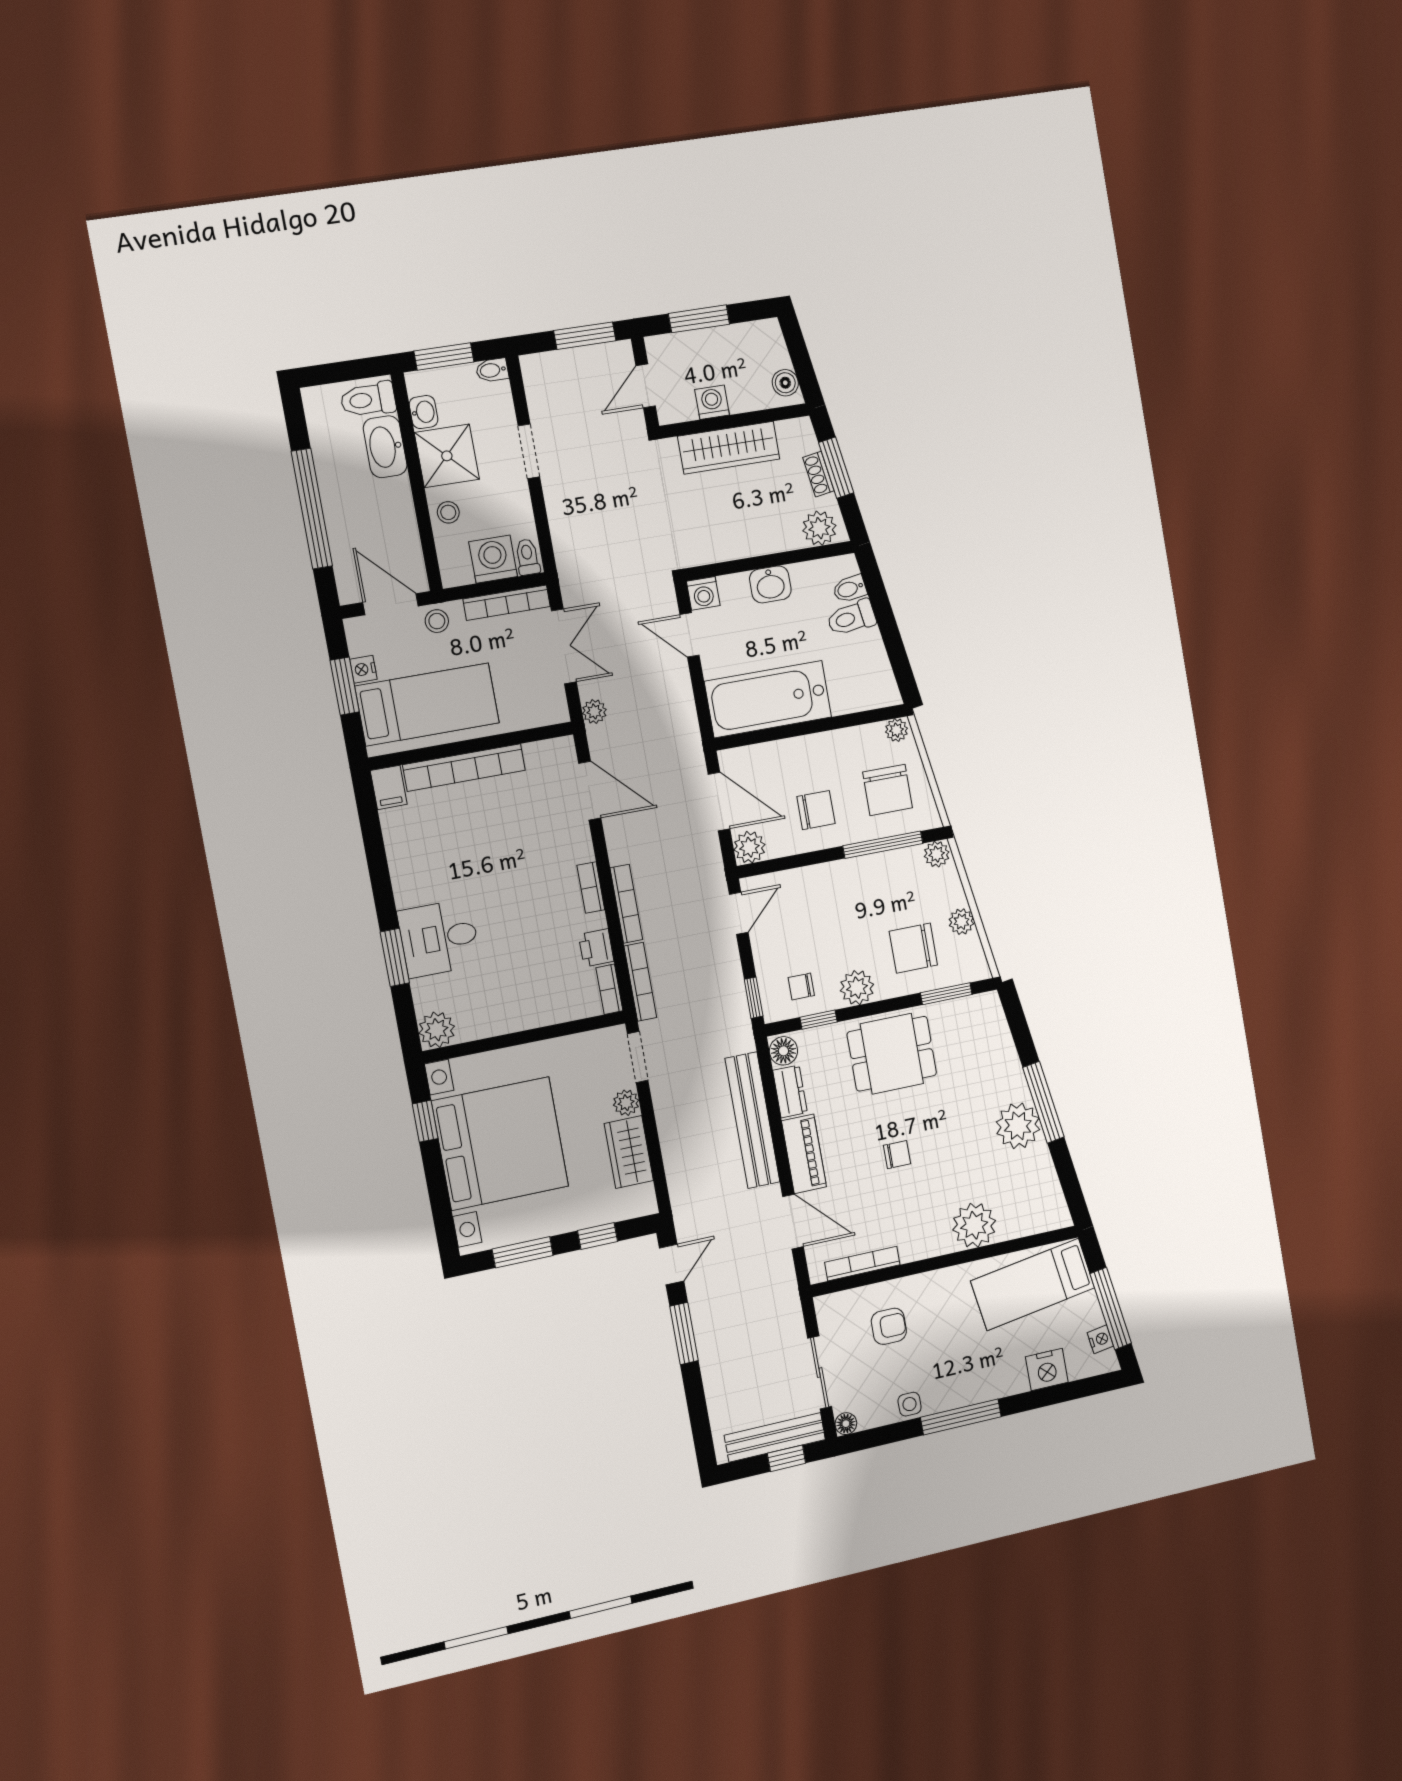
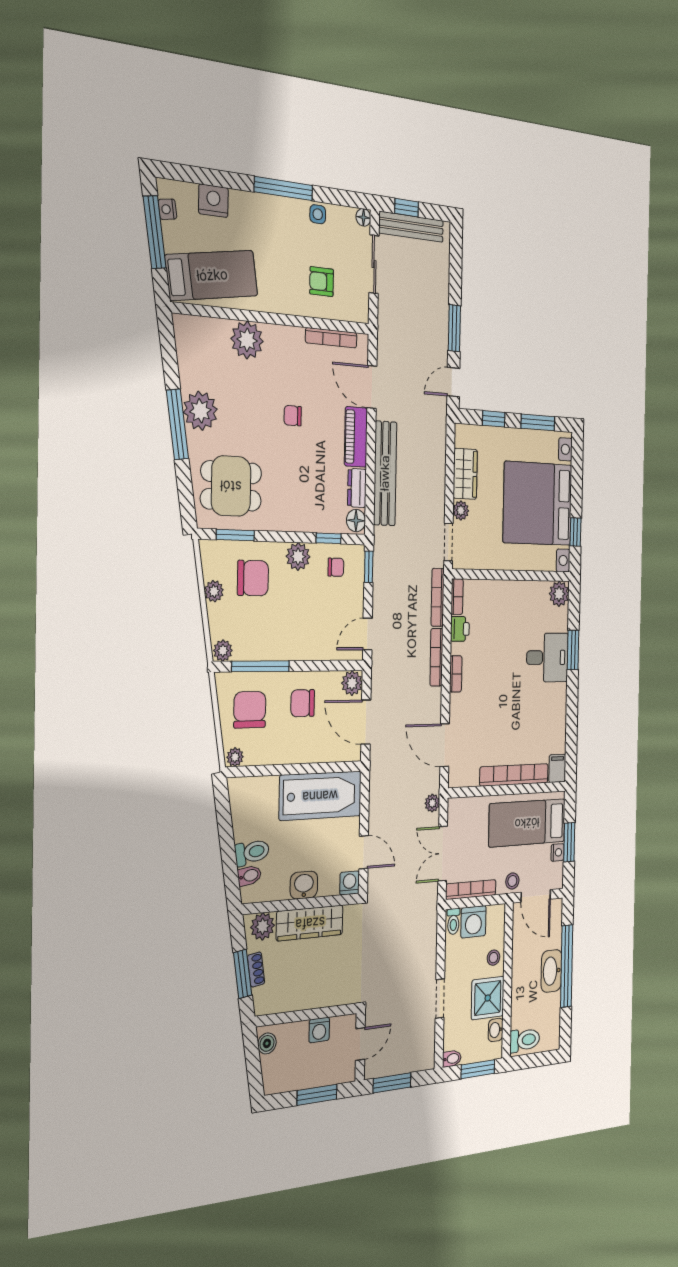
washbasin: (385, 447) -> (551, 971), moved, turned 180
wardrobe: (729, 448) -> (310, 923), moved, turned 180
dining table: (892, 1054) -> (231, 486), moved

